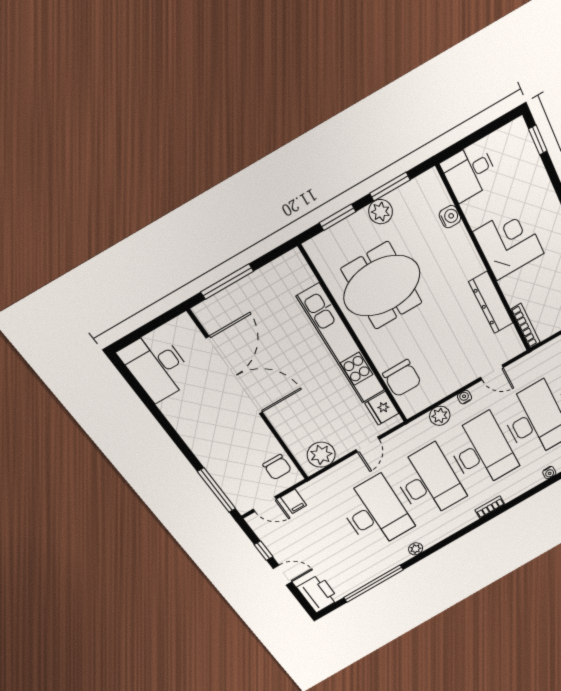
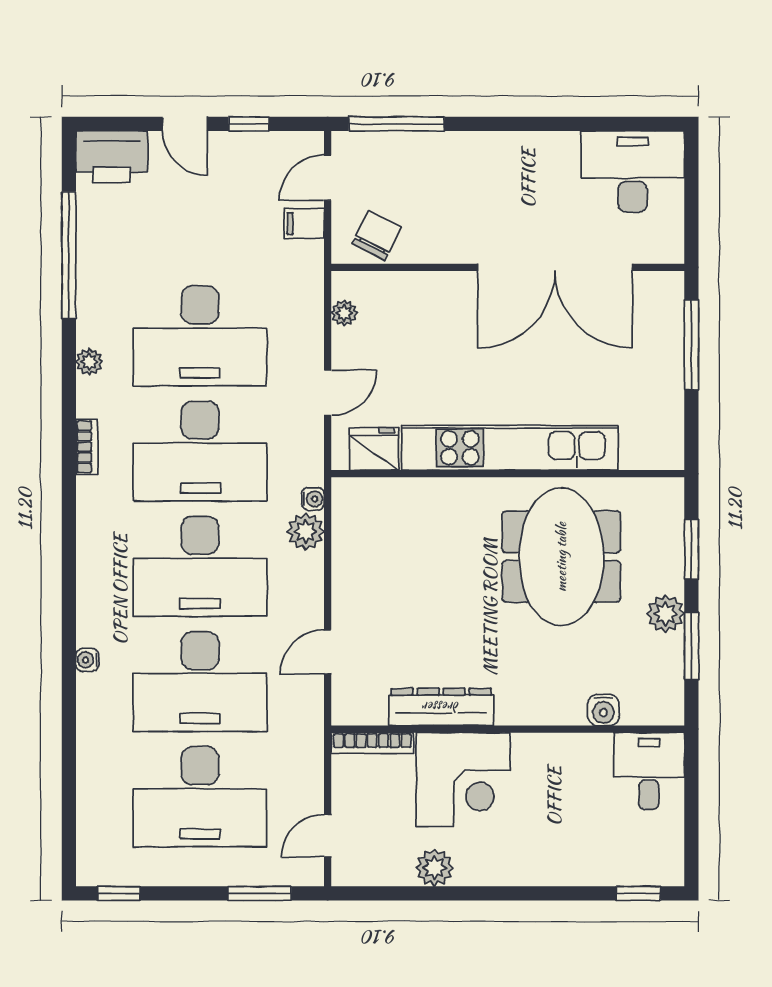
corner desk: (509, 243) -> (463, 780), moved
chair: (402, 378) -> (403, 507), removed
water cooler: (465, 397) -> (313, 499), moved
door: (368, 445) -> (328, 393), swing flipped
plant: (321, 455) -> (344, 313), width x0.53, depth x0.53
chair: (277, 467) -> (377, 235), turned 117
bookcase: (490, 507) -> (87, 447), moved
door: (283, 575) -> (185, 124), hinge flipped

